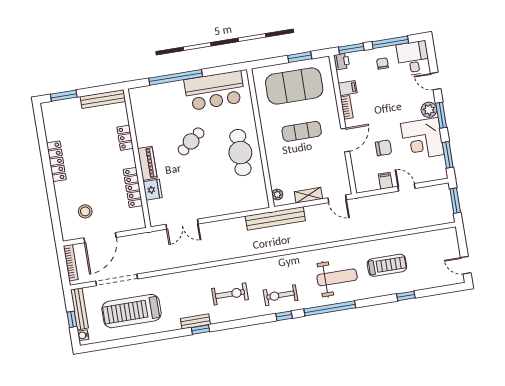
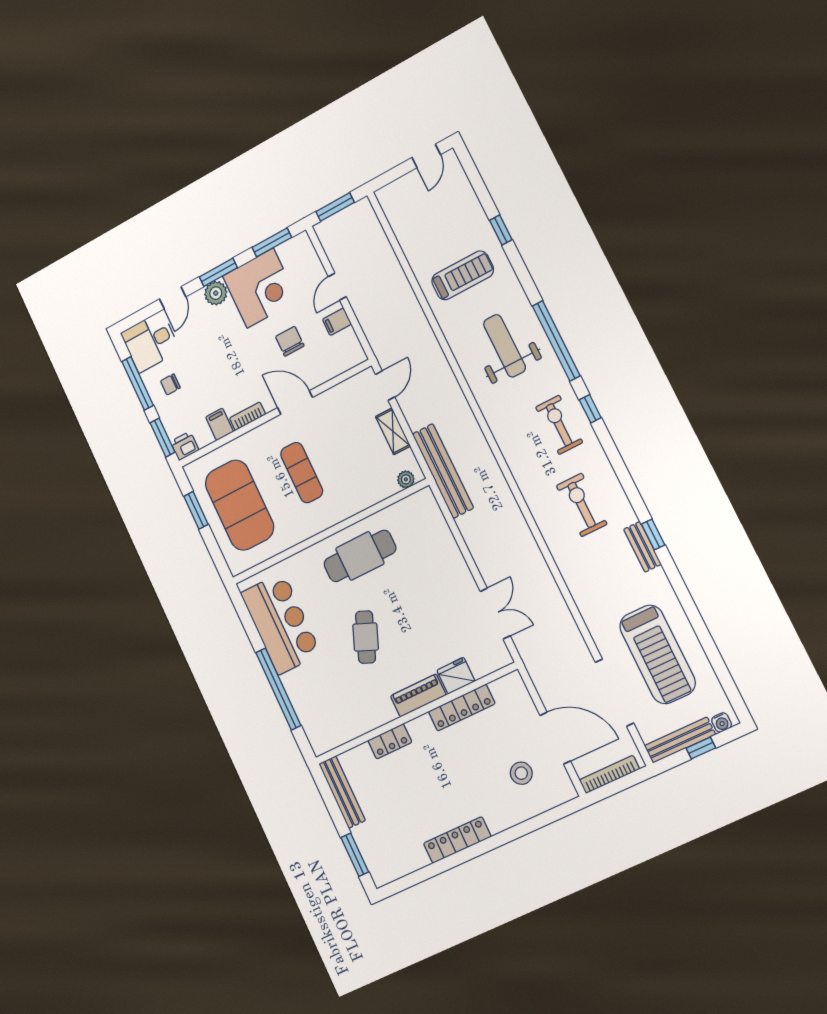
cafe table: (191, 141) -> (366, 637), turned 61
treadmill: (387, 265) -> (463, 275), turned 90
exercise bike: (280, 295) -> (559, 425), turned 180

